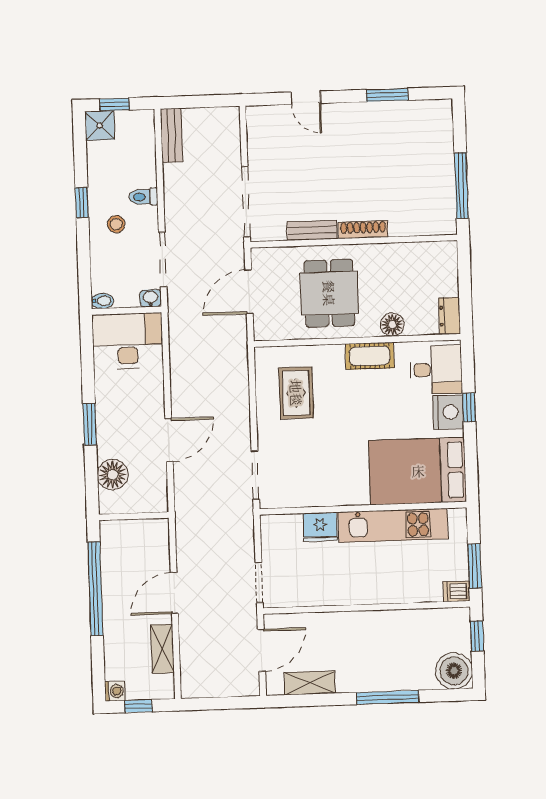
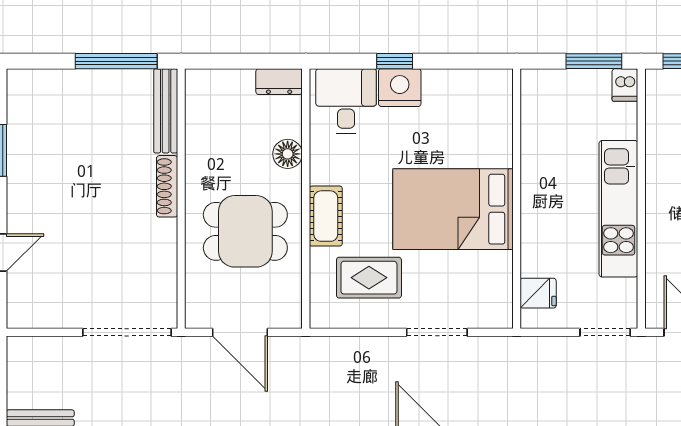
bench: (312, 230) -> (166, 111), moved, width x1.36
cot: (370, 356) -> (326, 216), moved
bed: (418, 471) -> (453, 209), moved, turned 90
doorway: (255, 475) -> (437, 332), moved
kitchen unit: (393, 525) -> (618, 209), moved, turned 180
fridge: (320, 527) -> (538, 293), moved, width x0.72

